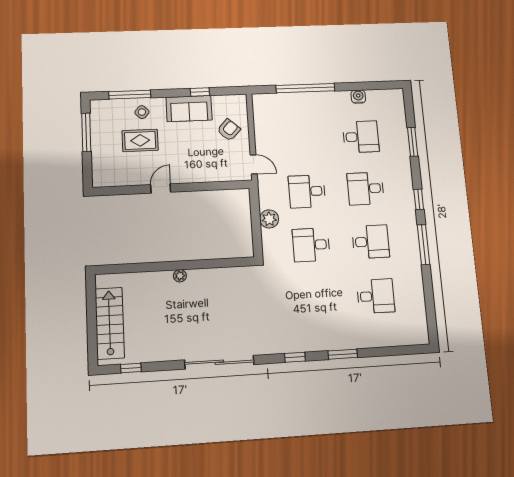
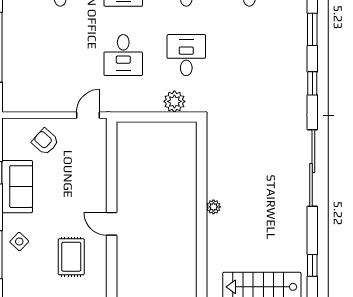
rug: (140, 140) -> (71, 257), moved
plant: (269, 219) -> (174, 101), moved
desk: (311, 245) -> (186, 55), turned 180

